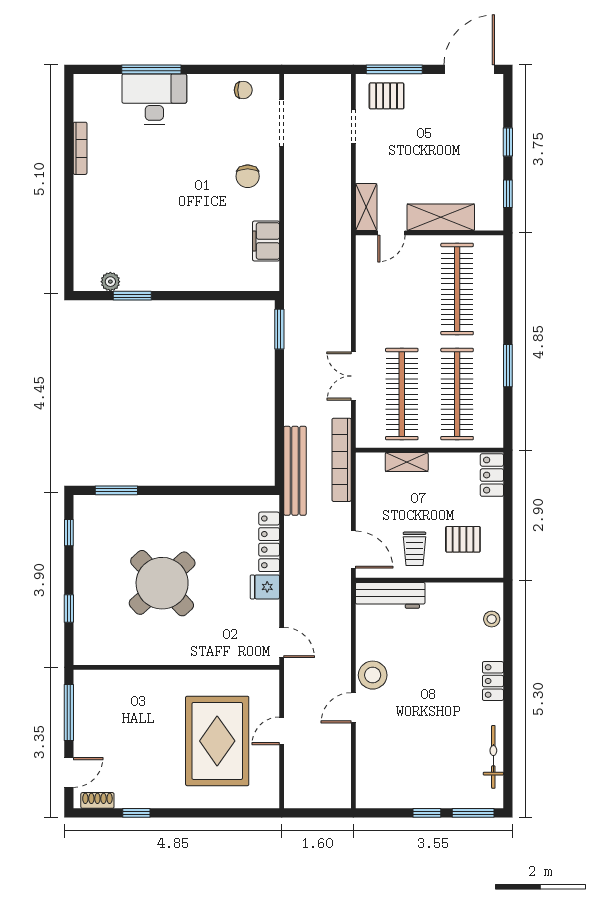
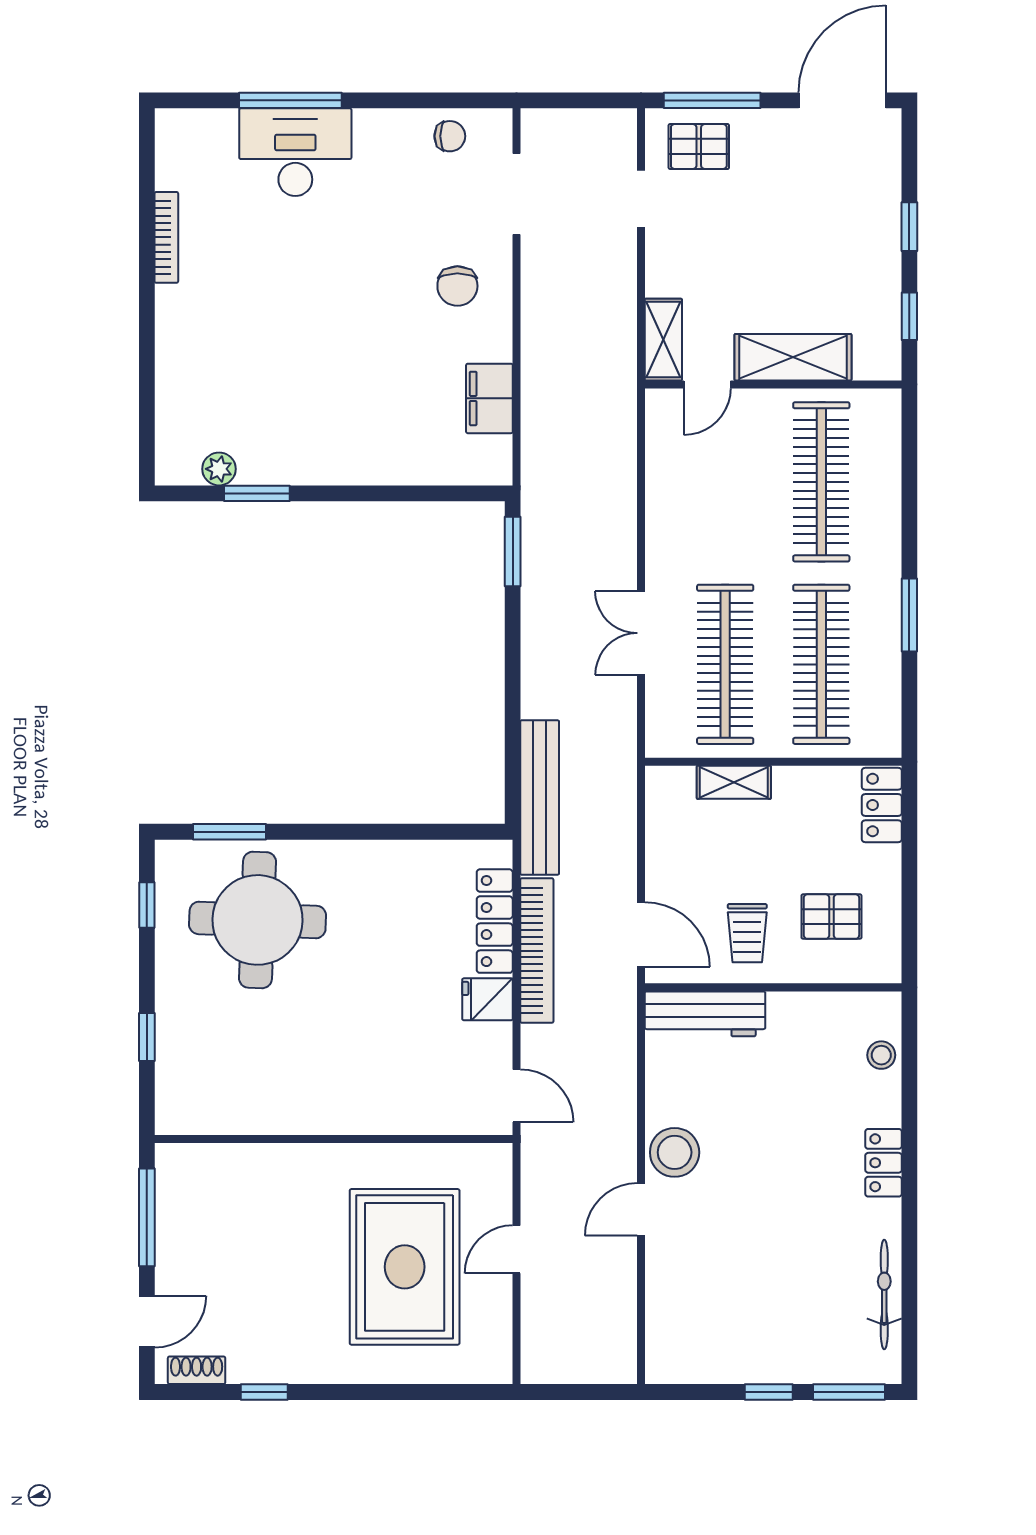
bookcase: (342, 460) -> (537, 951), moved, turned 180
round table: (162, 583) -> (258, 920), moved, turned 45

